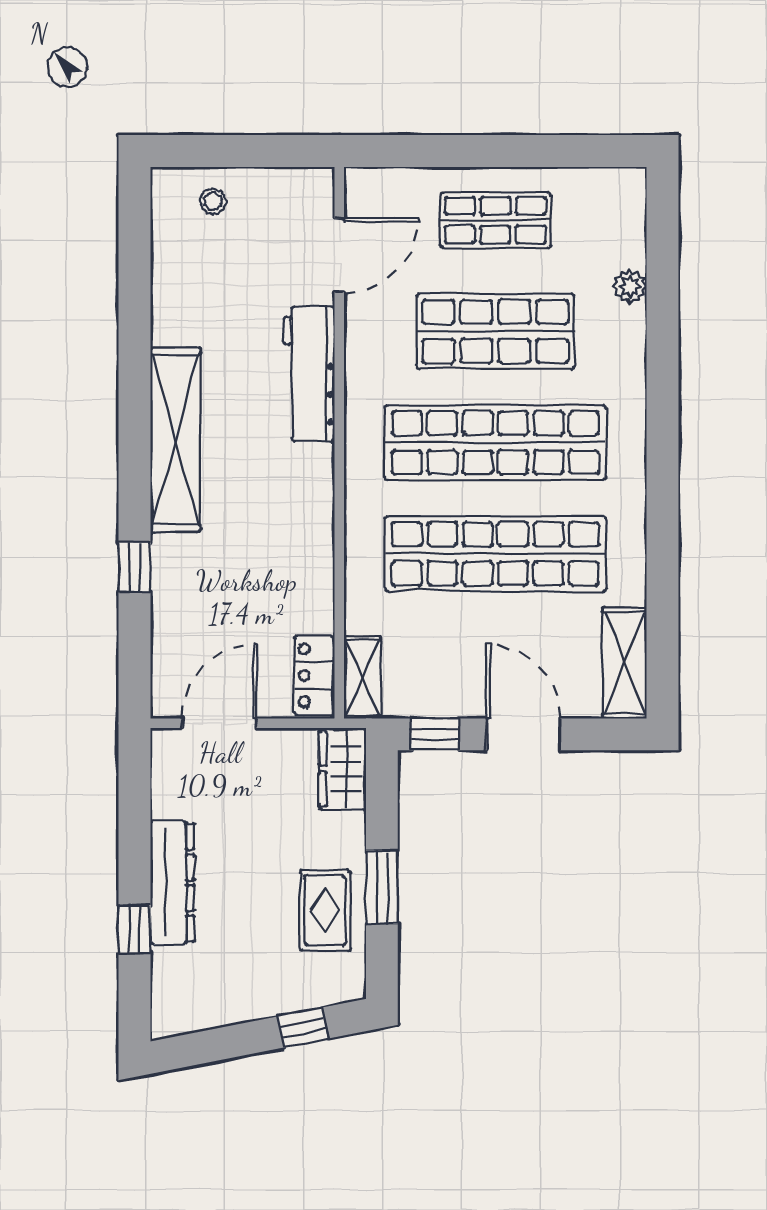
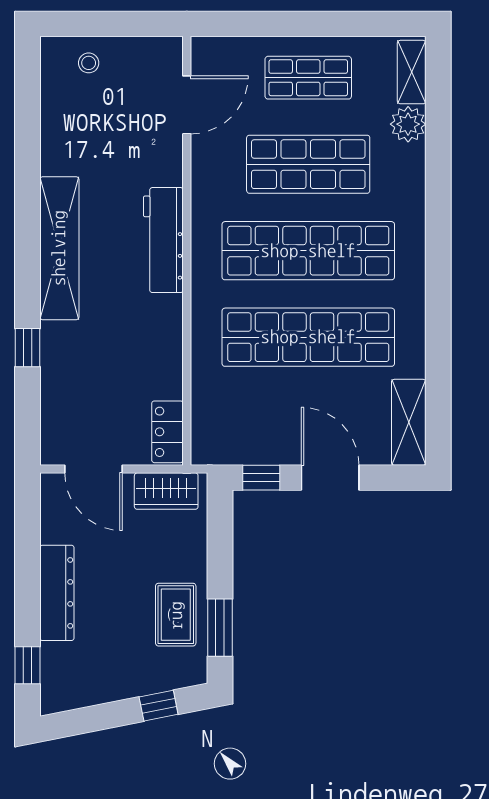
plant: (630, 286) -> (408, 124), width x1.38, depth x1.38
workbench: (309, 374) -> (163, 240), moved
shelving: (362, 678) -> (412, 72), moved
door: (219, 723) -> (94, 469), swing flipped
wardrobe: (342, 769) -> (166, 491), moved, turned -90
window: (382, 887) -> (220, 628), moved
window: (135, 929) -> (28, 665), moved

